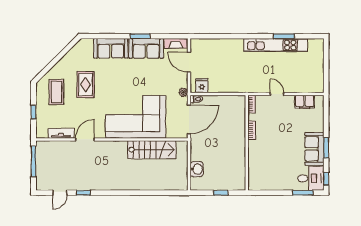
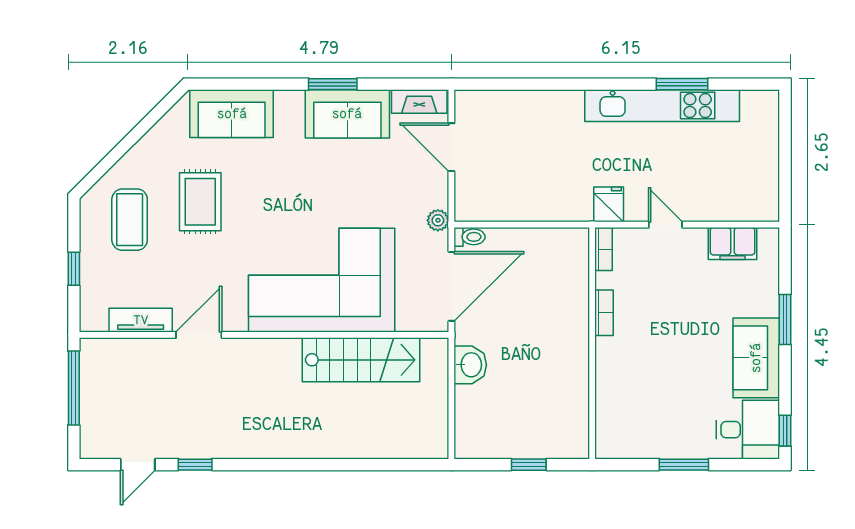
sofa: (111, 48) -> (232, 114), moved
fridge: (202, 86) -> (609, 204), moved
window: (326, 148) -> (785, 320), moved
washbasin: (197, 169) -> (470, 365), moved
window: (303, 193) -> (684, 465), moved

